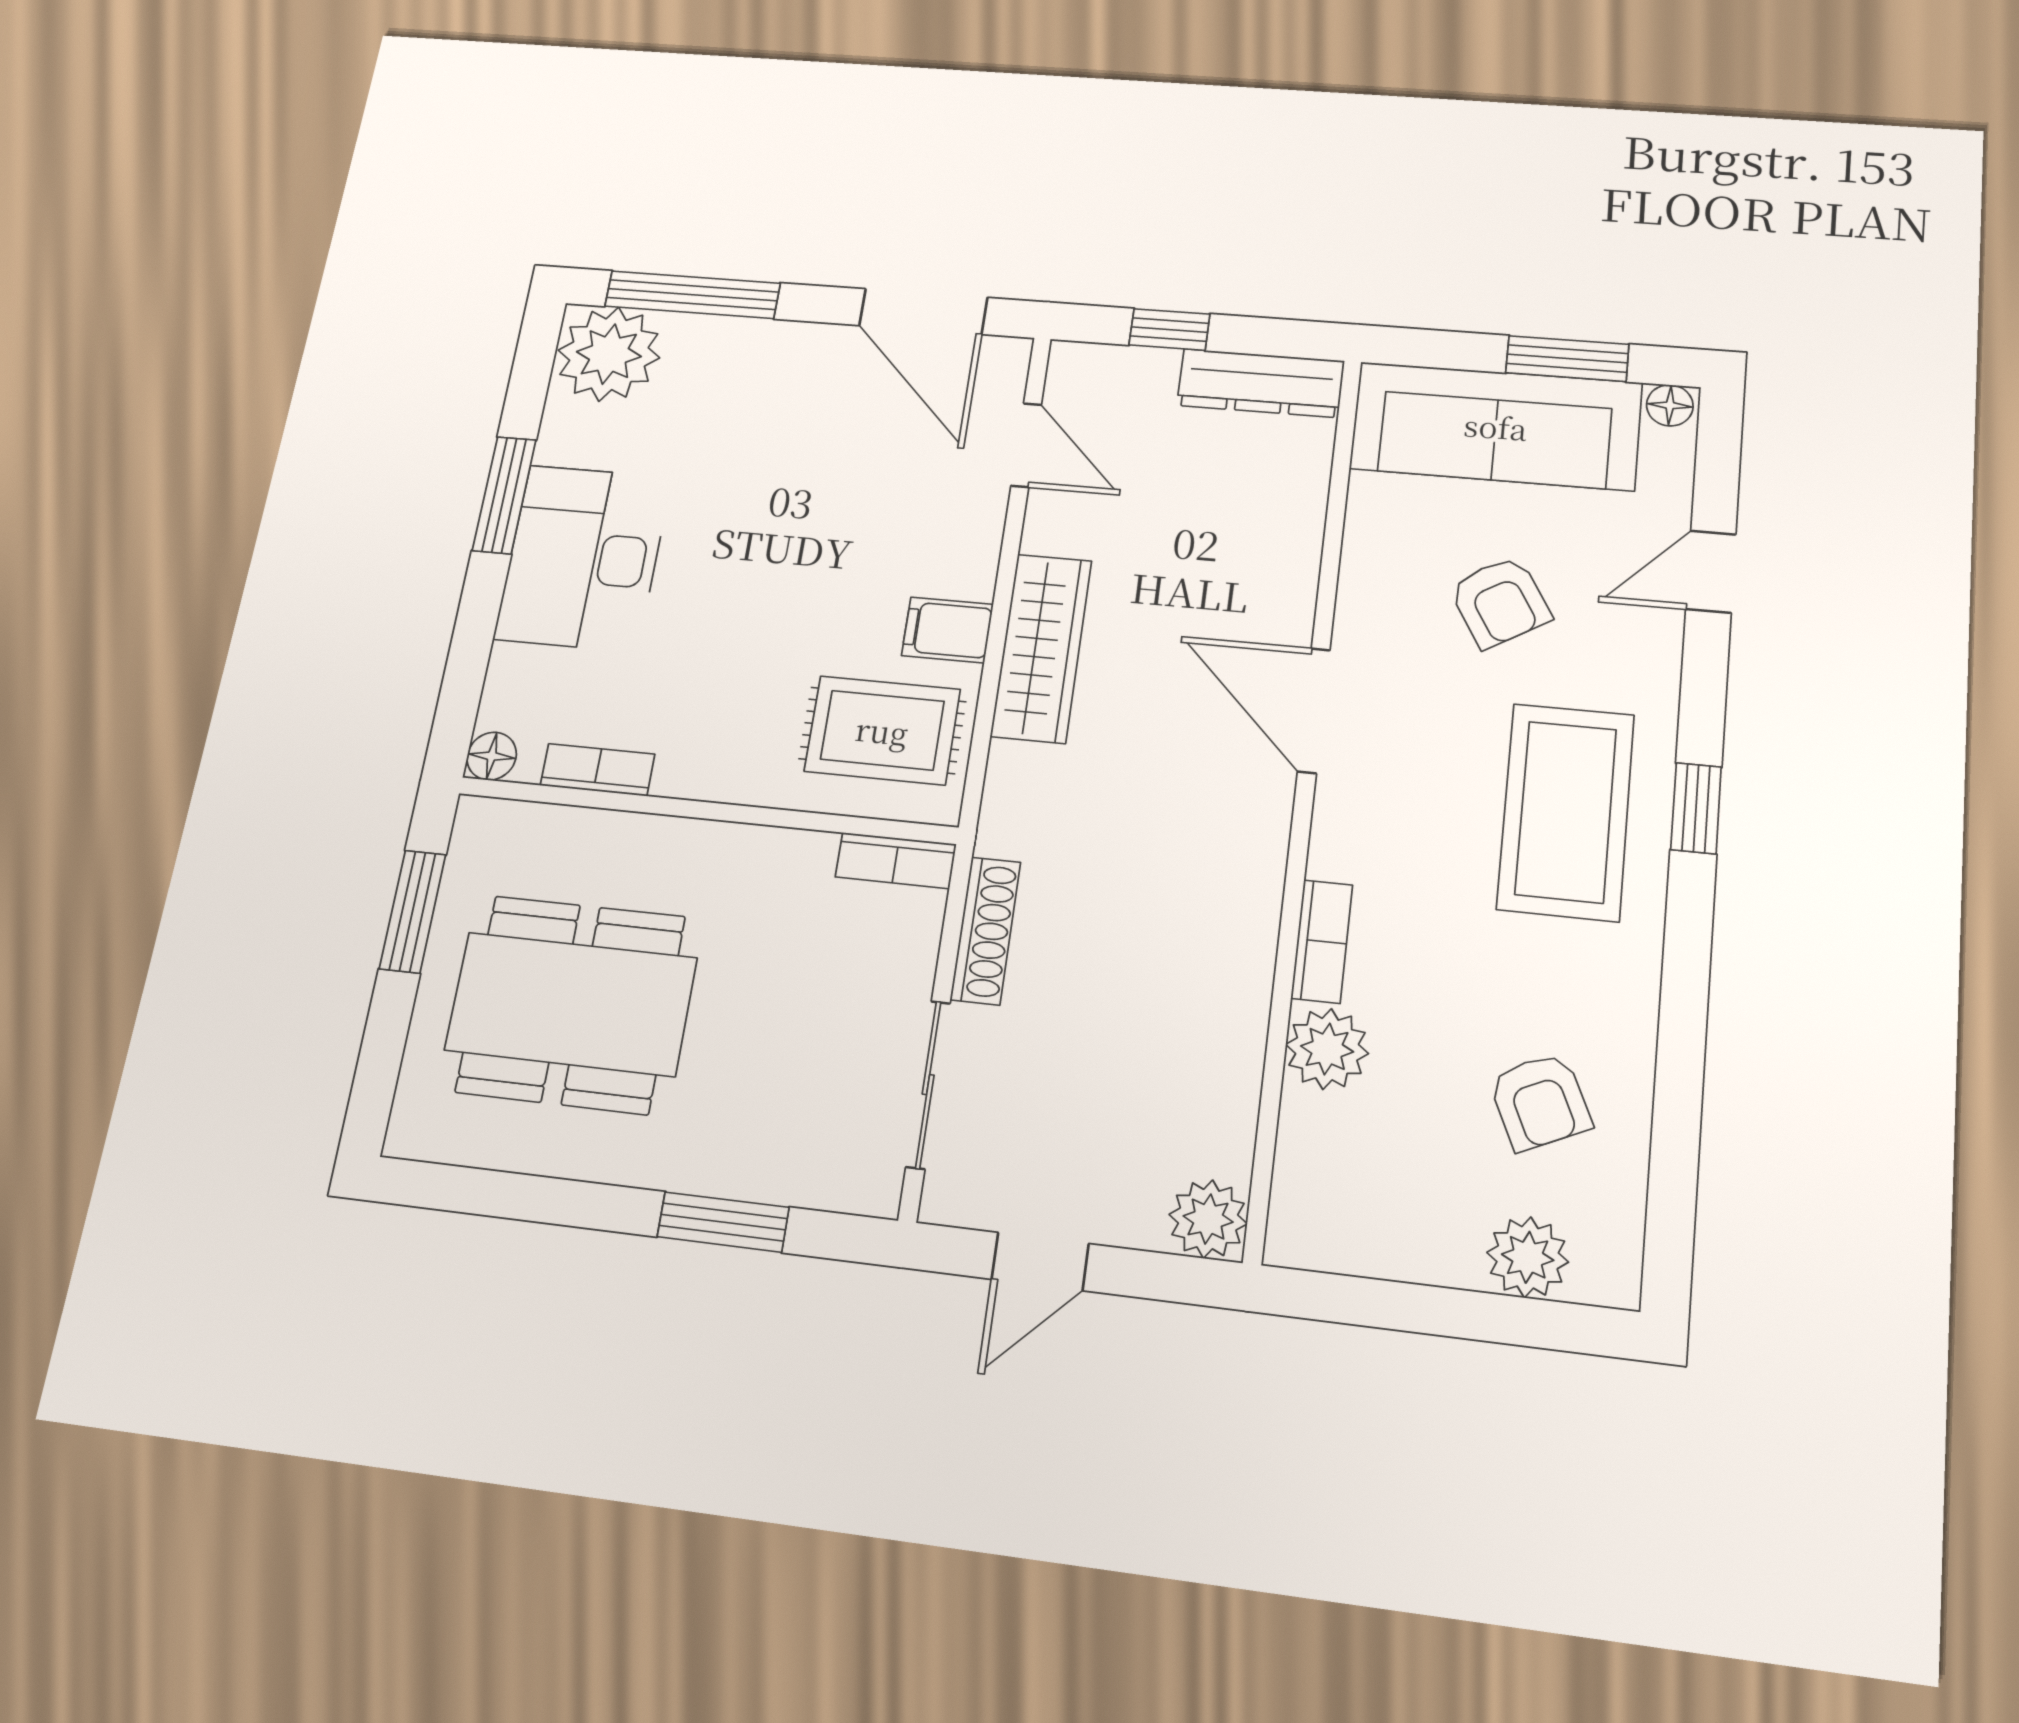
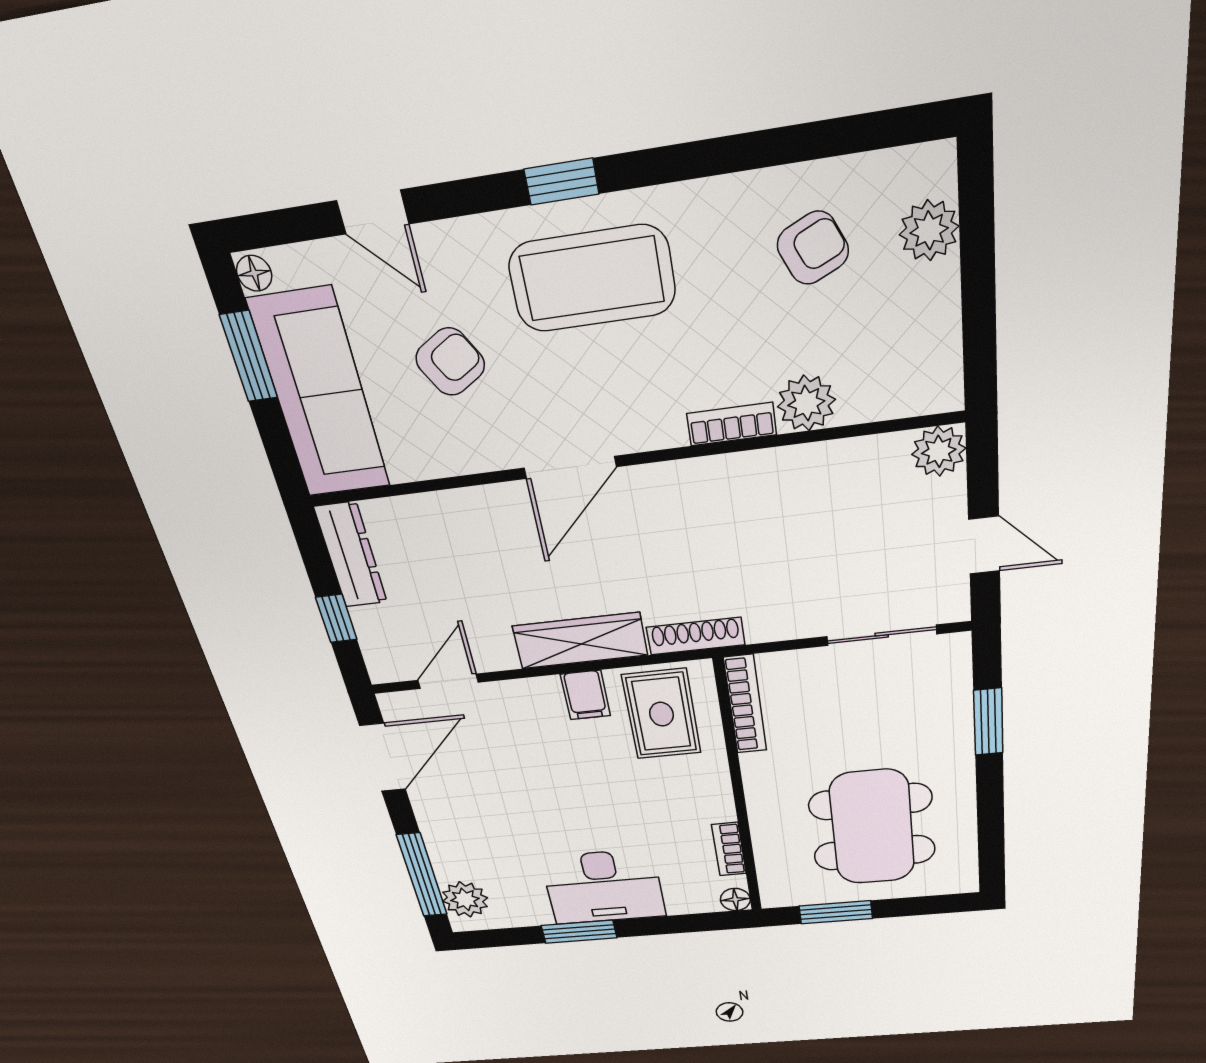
plant: (609, 354) -> (465, 899), width x0.73, depth x0.73
bookcase: (896, 861) -> (745, 704), width x1.56
shoe rack: (986, 931) -> (696, 636), moved

